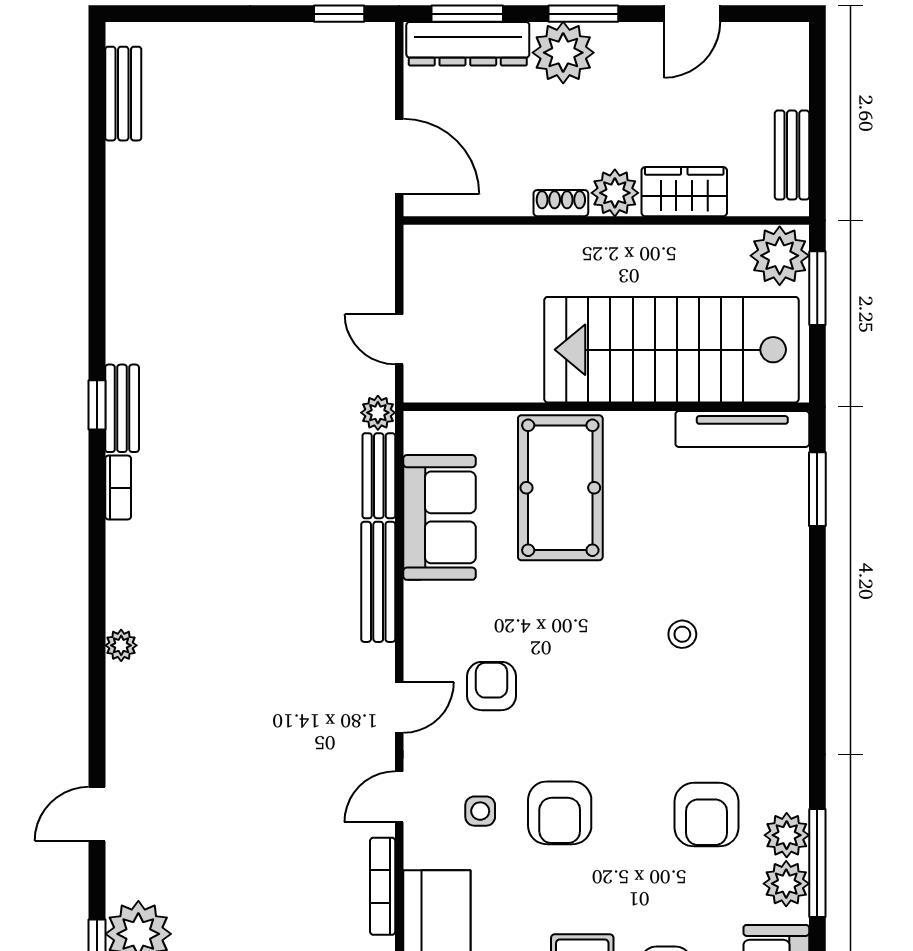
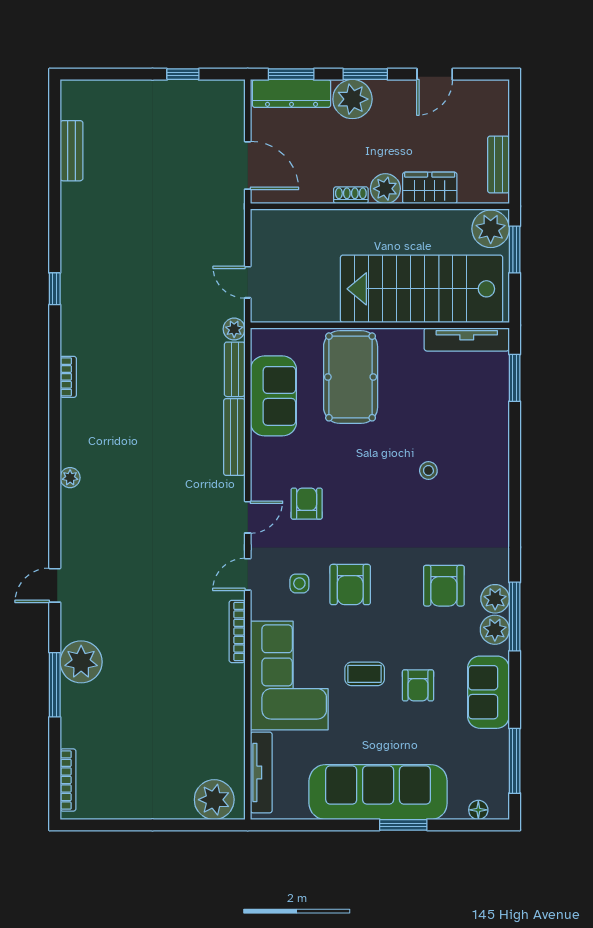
window: (339, 14) -> (183, 74), moved
bench: (123, 94) -> (71, 151), moved
window: (97, 405) -> (55, 289), moved
bench: (122, 408) -> (71, 326), removed

